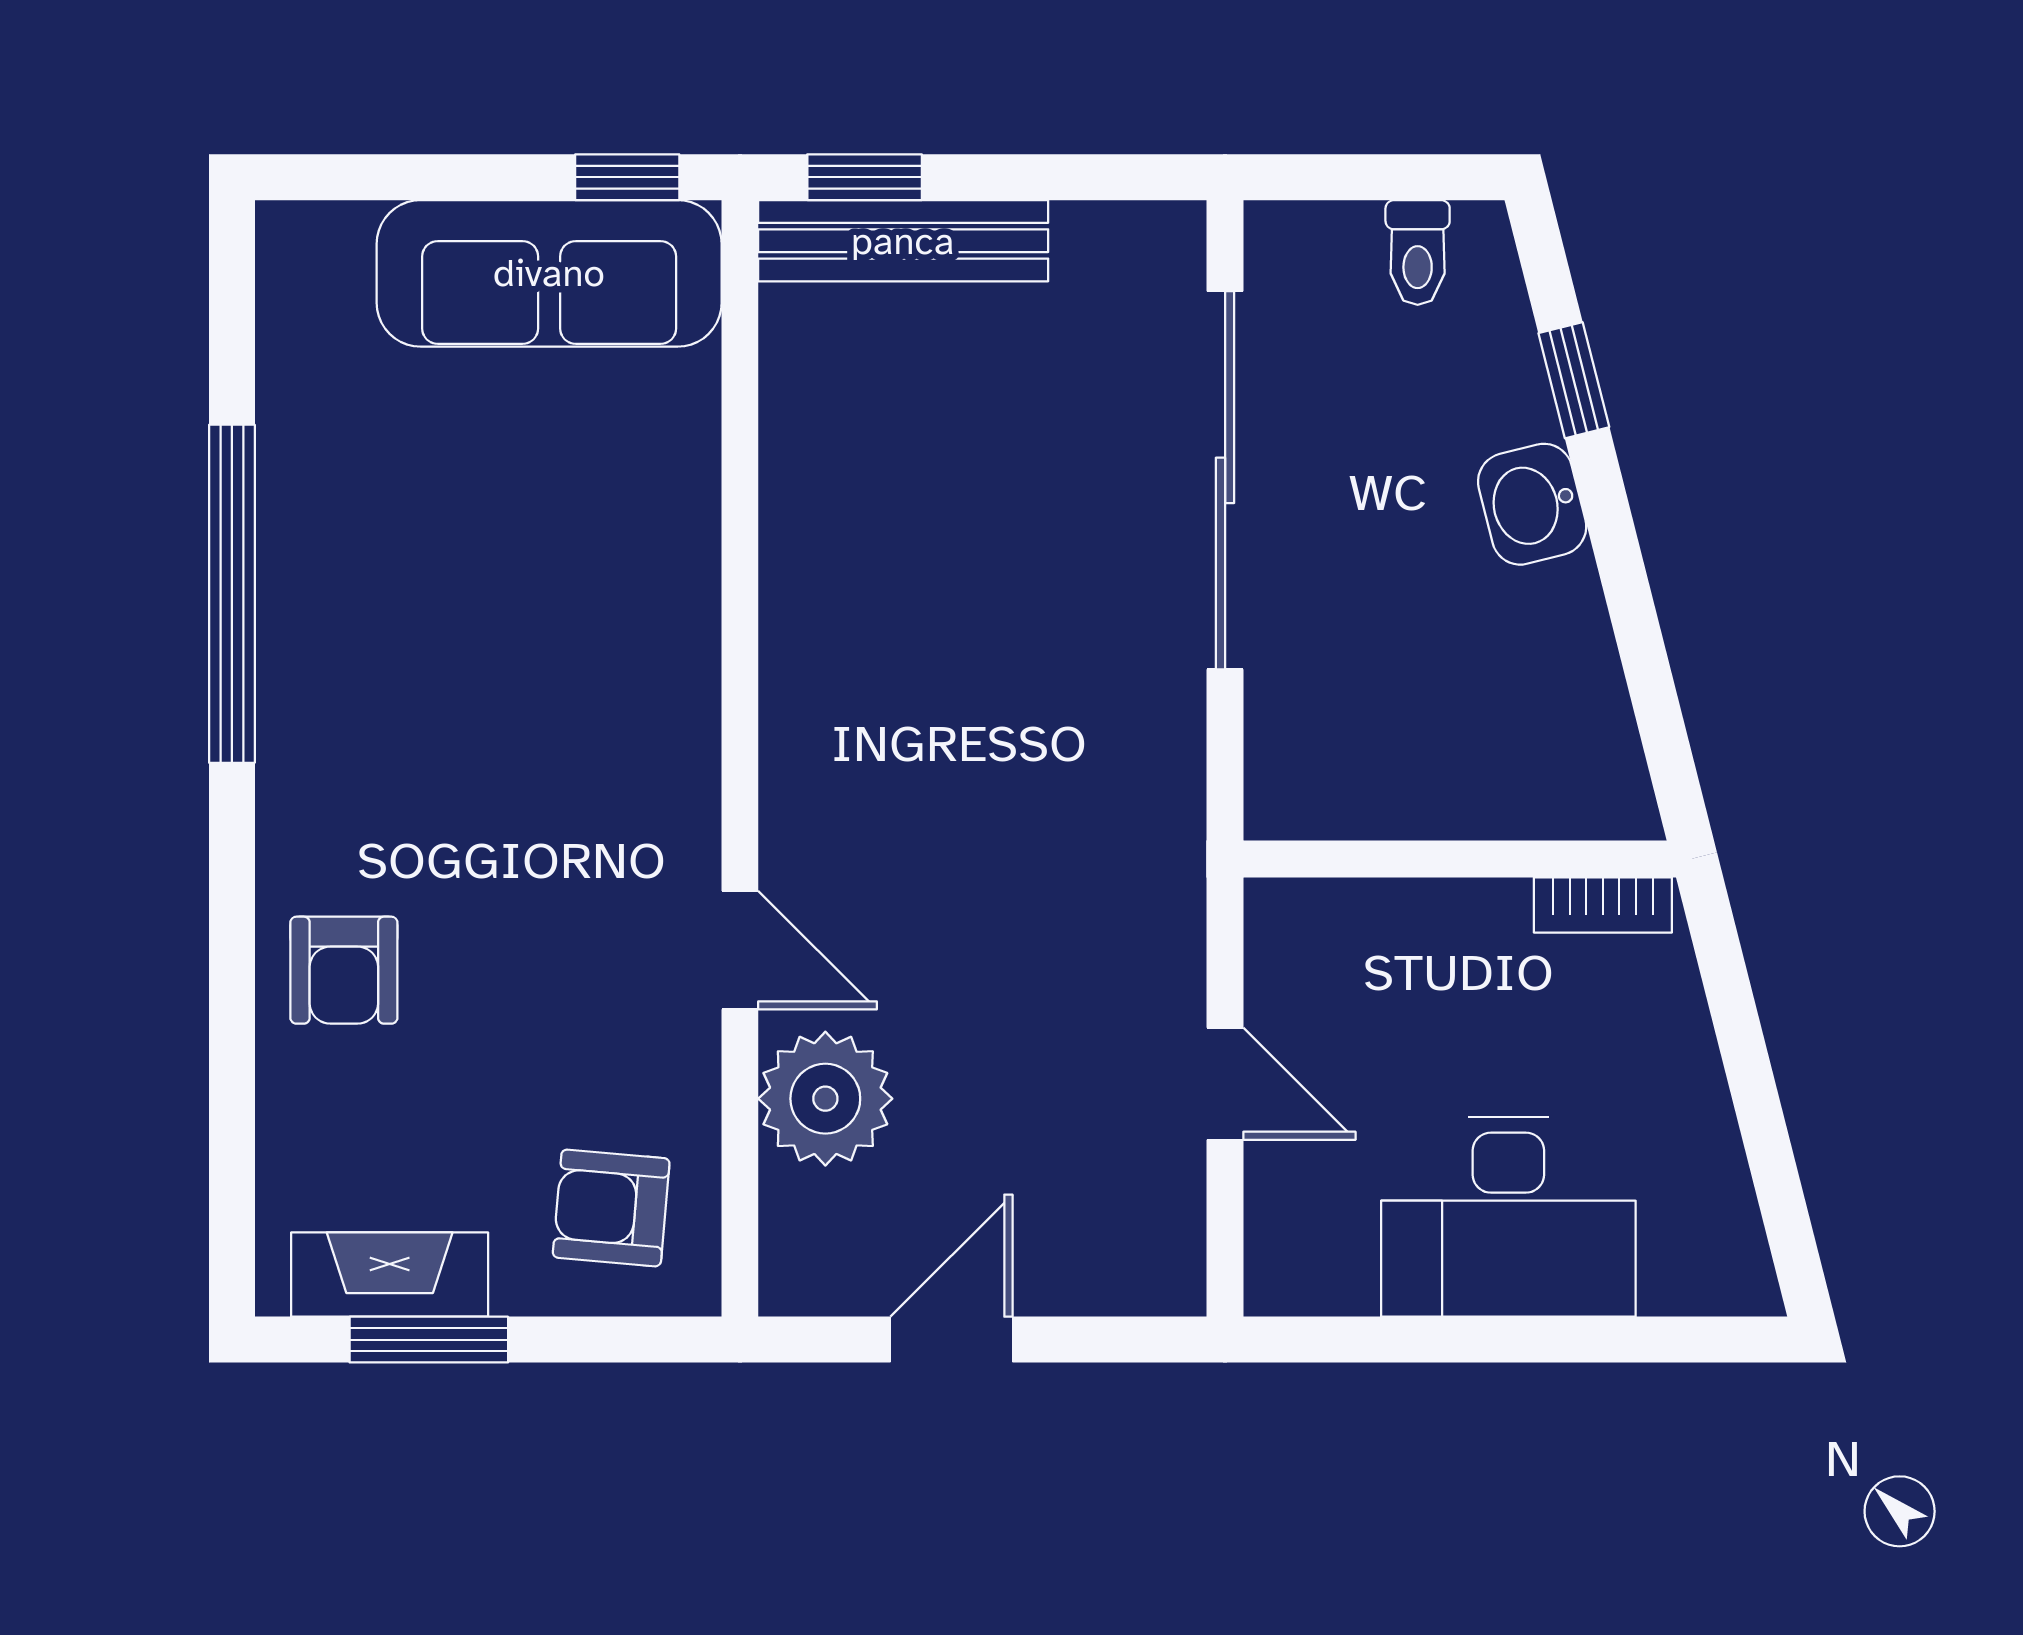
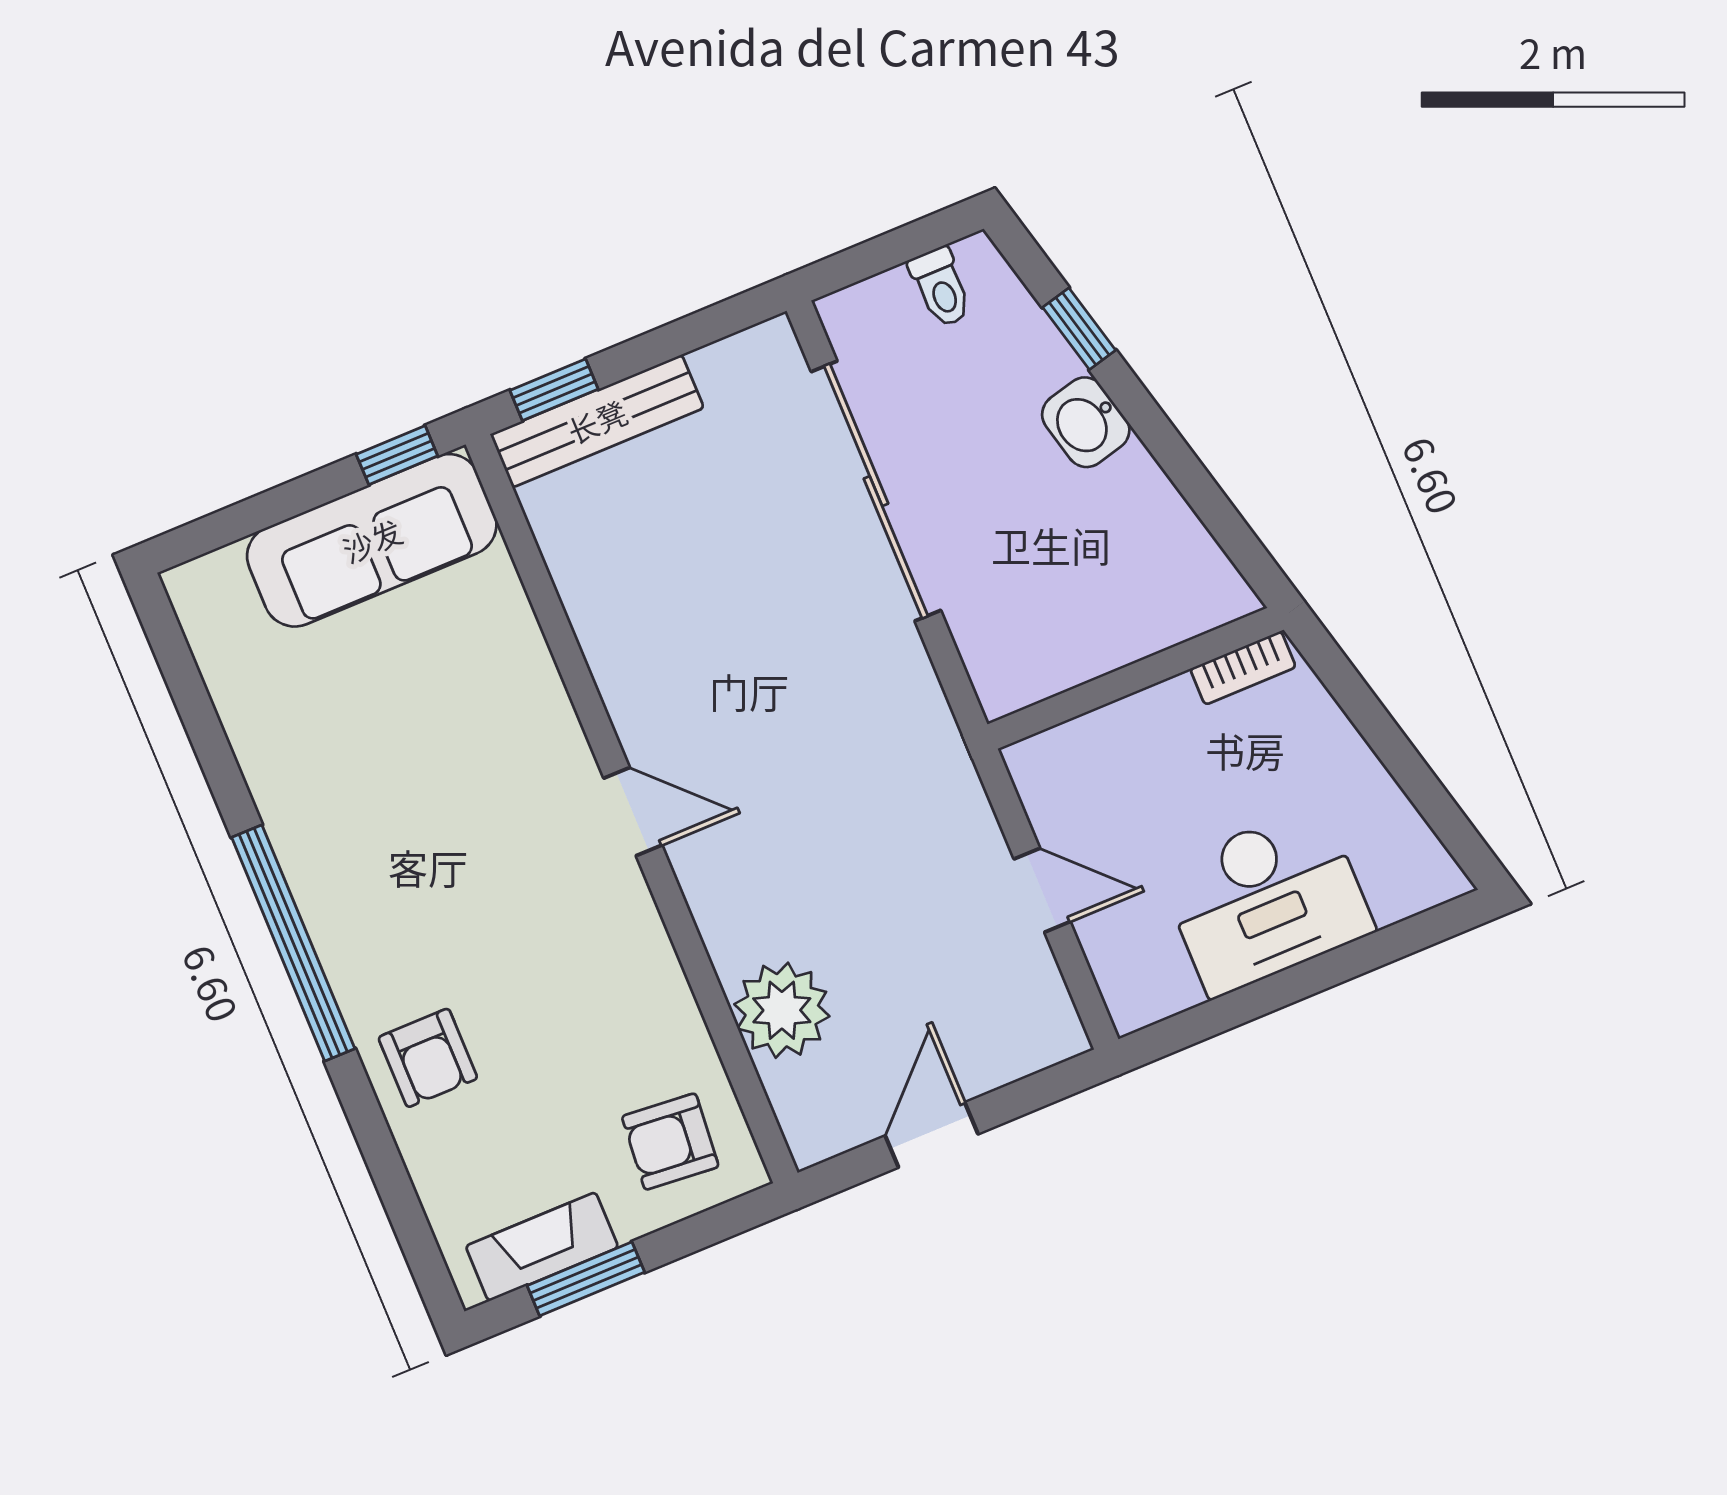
window: (232, 594) -> (293, 943), moved
door: (740, 950) -> (633, 812), moved

